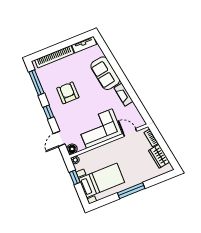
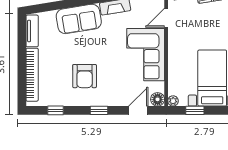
window: (36, 83) -> (56, 110), width x0.46
armchair: (68, 93) -> (85, 76), turned -90
door: (59, 139) -> (138, 110), swing flipped

